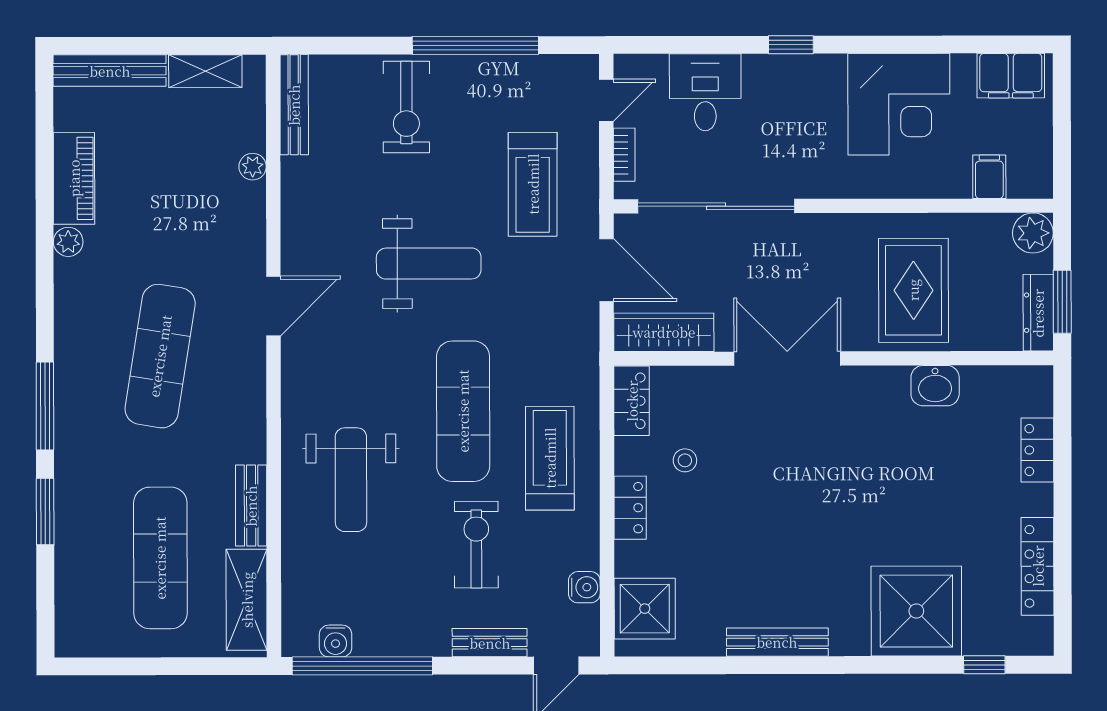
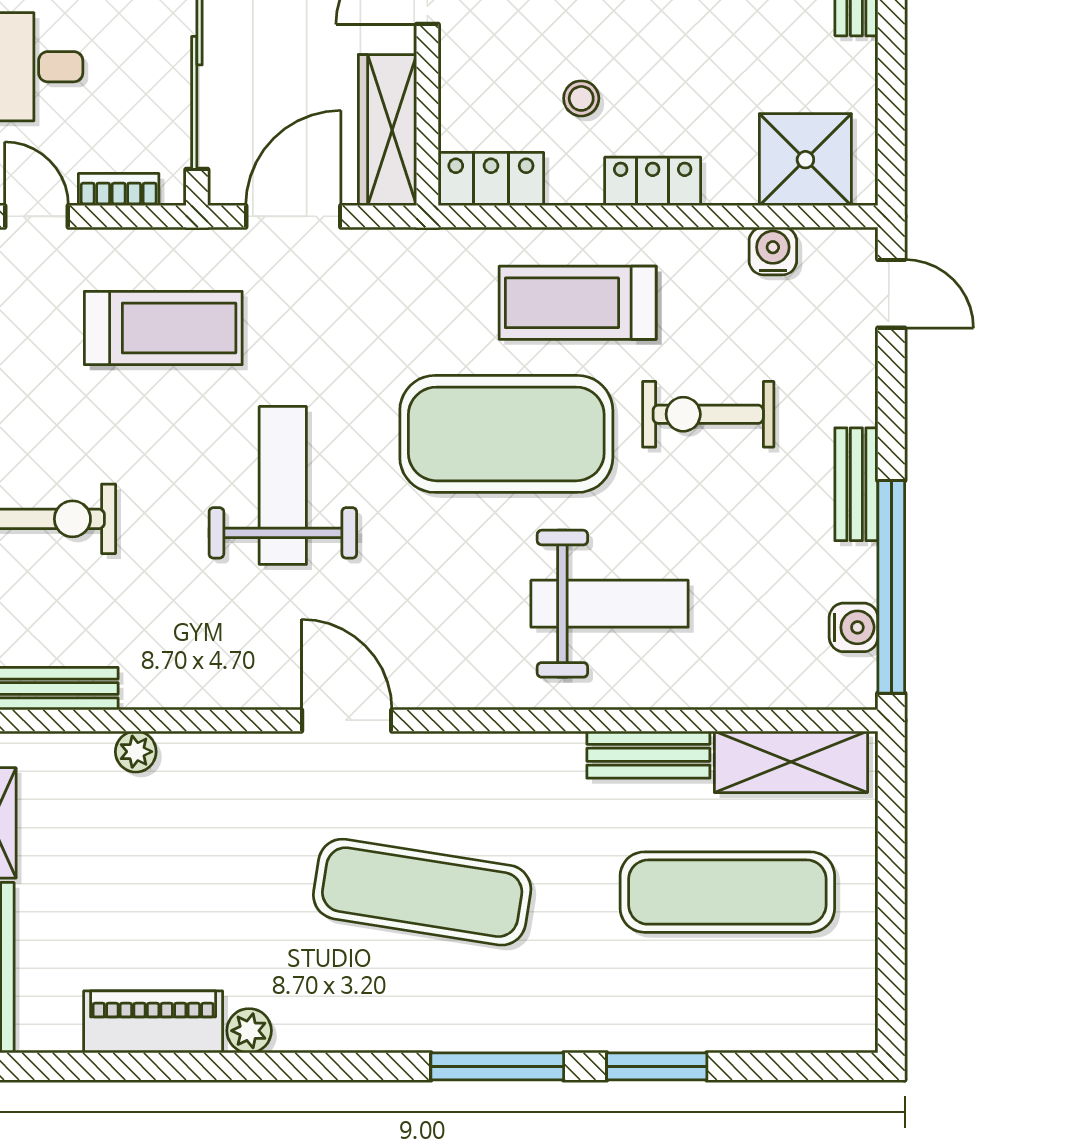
exercise mat: (463, 411) -> (506, 434), width x1.47
bench: (490, 643) -> (856, 484), moved

